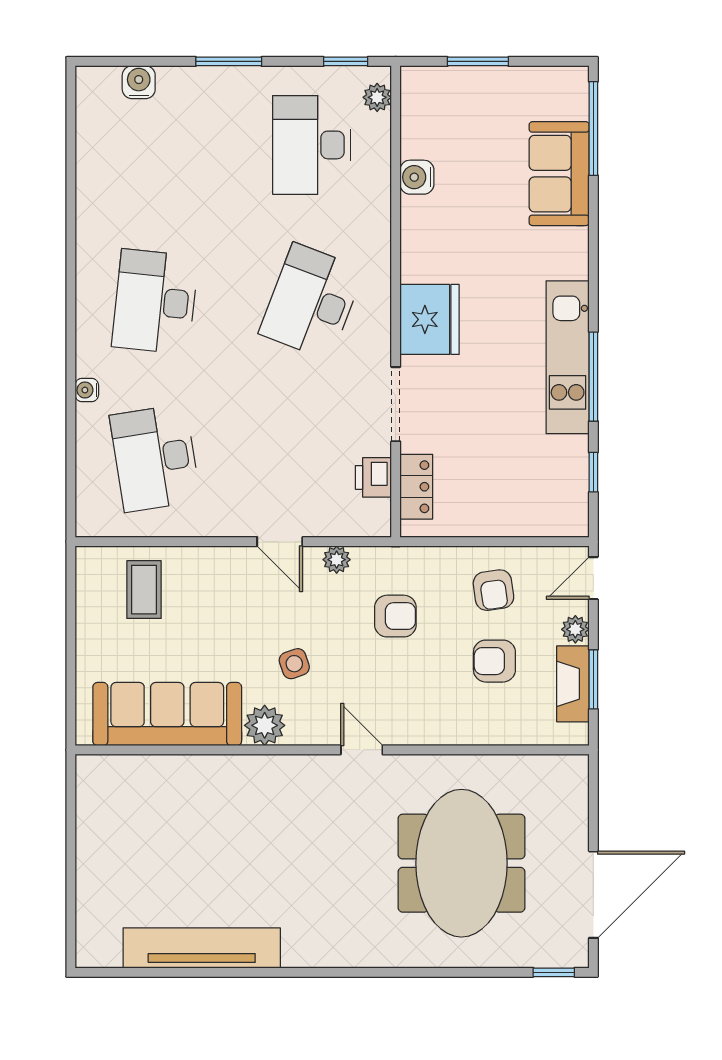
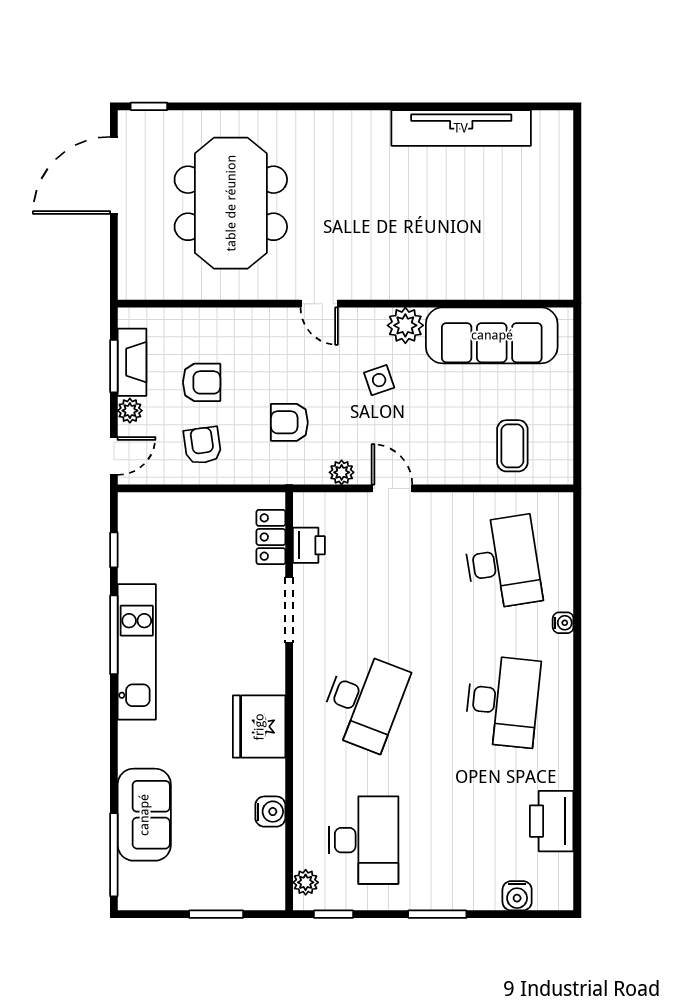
printer: (100, 166) -> (552, 821), added
fridge: (430, 319) -> (259, 727), moved

